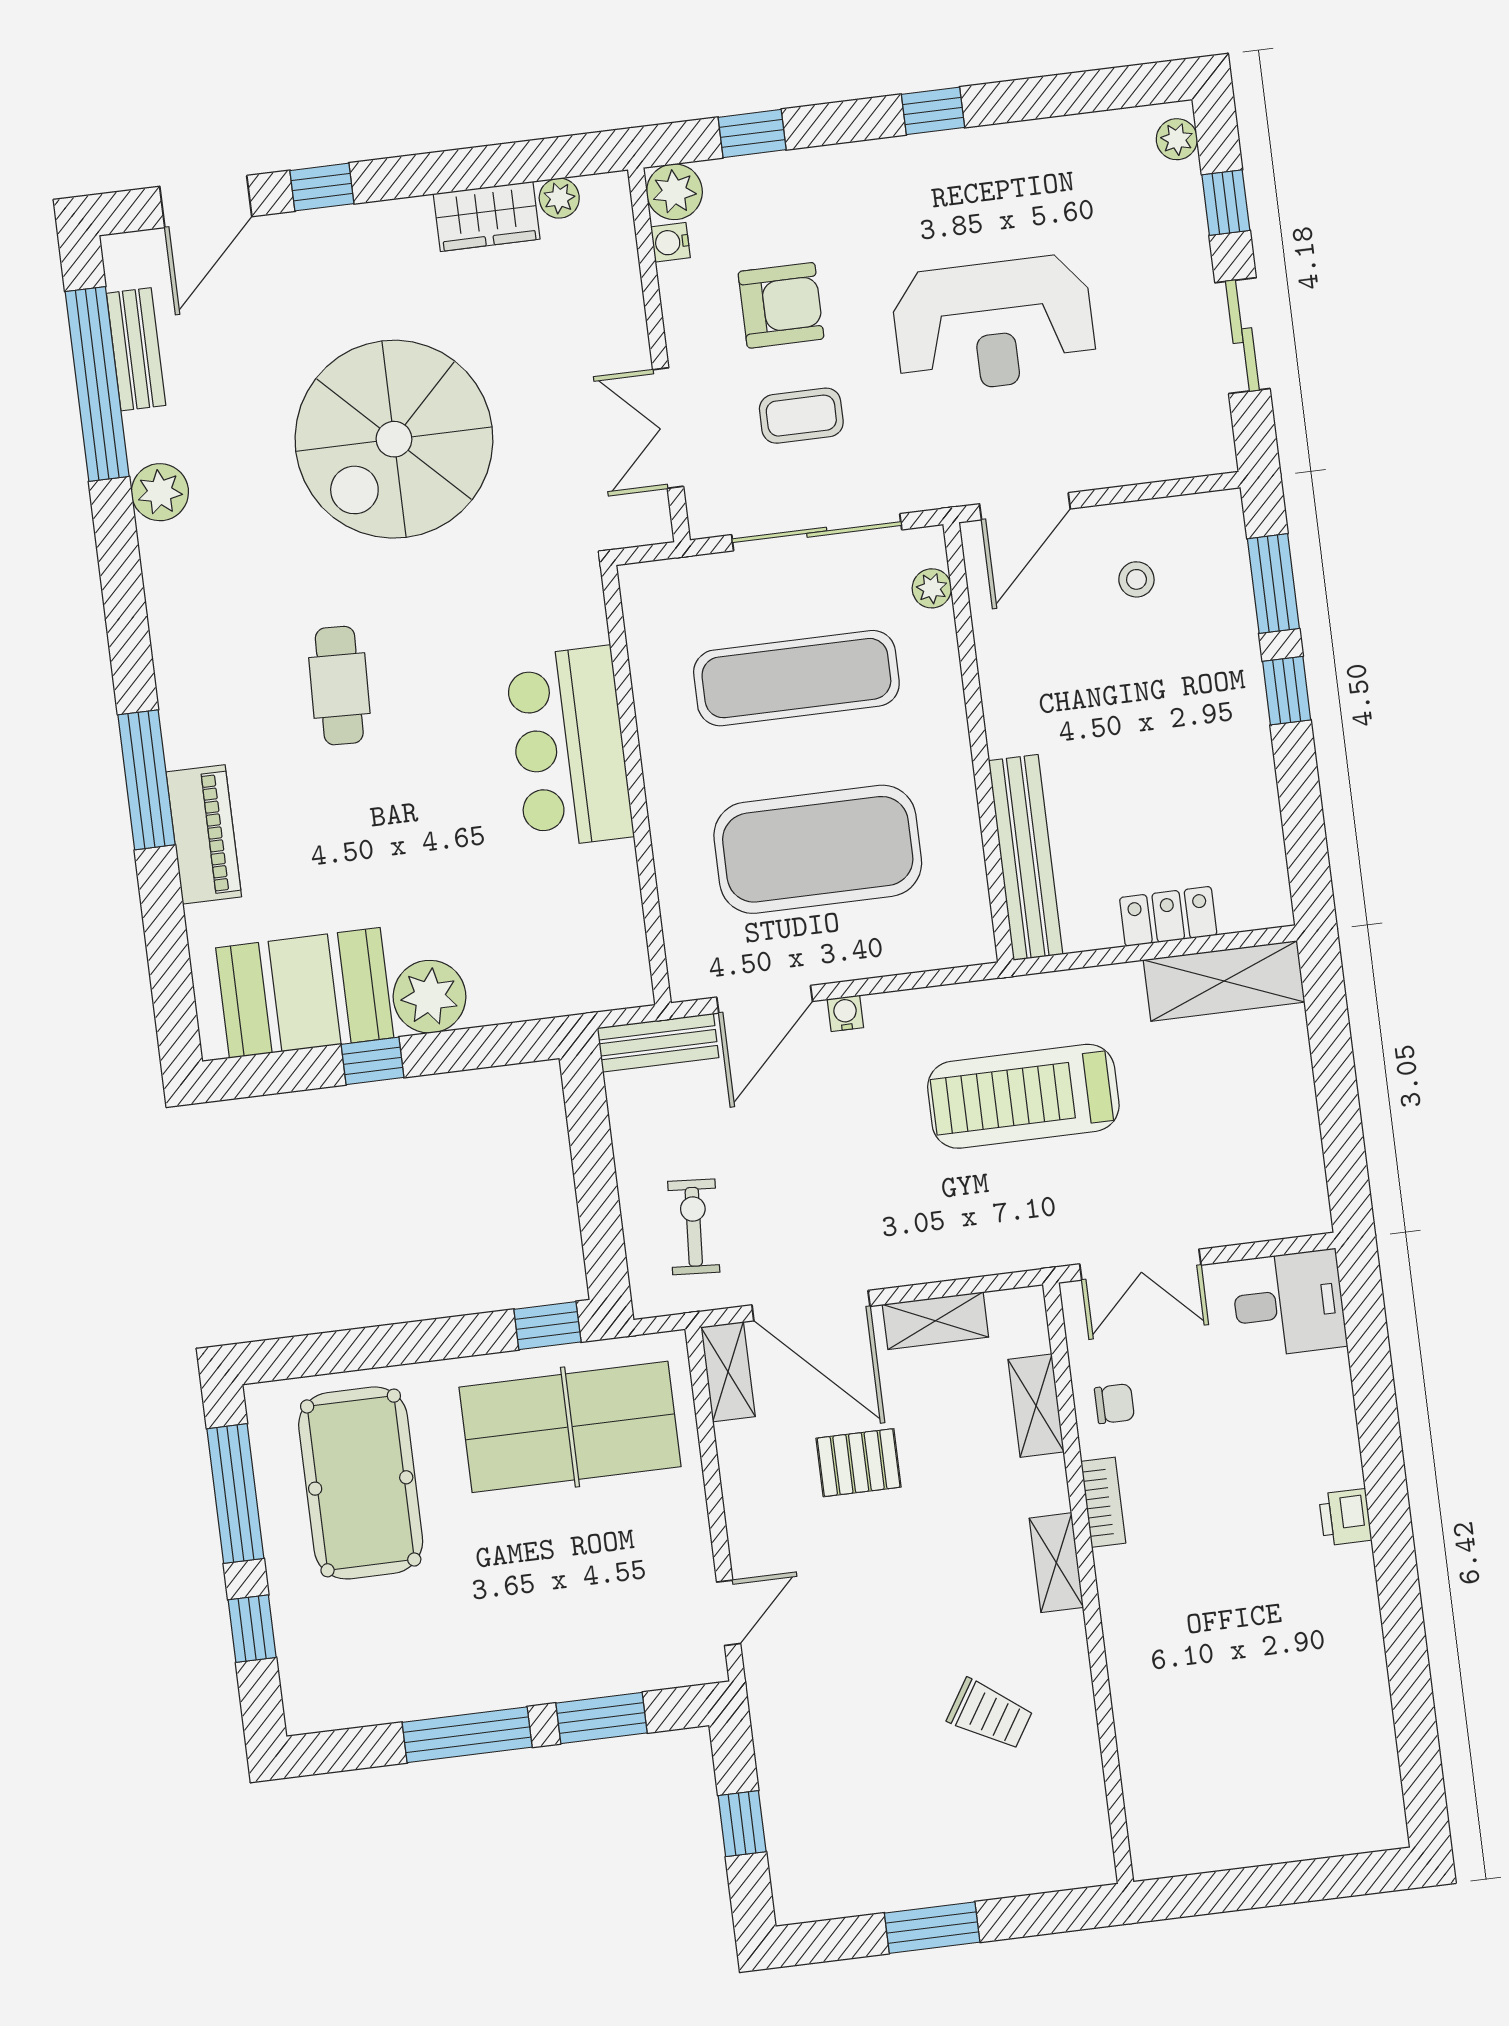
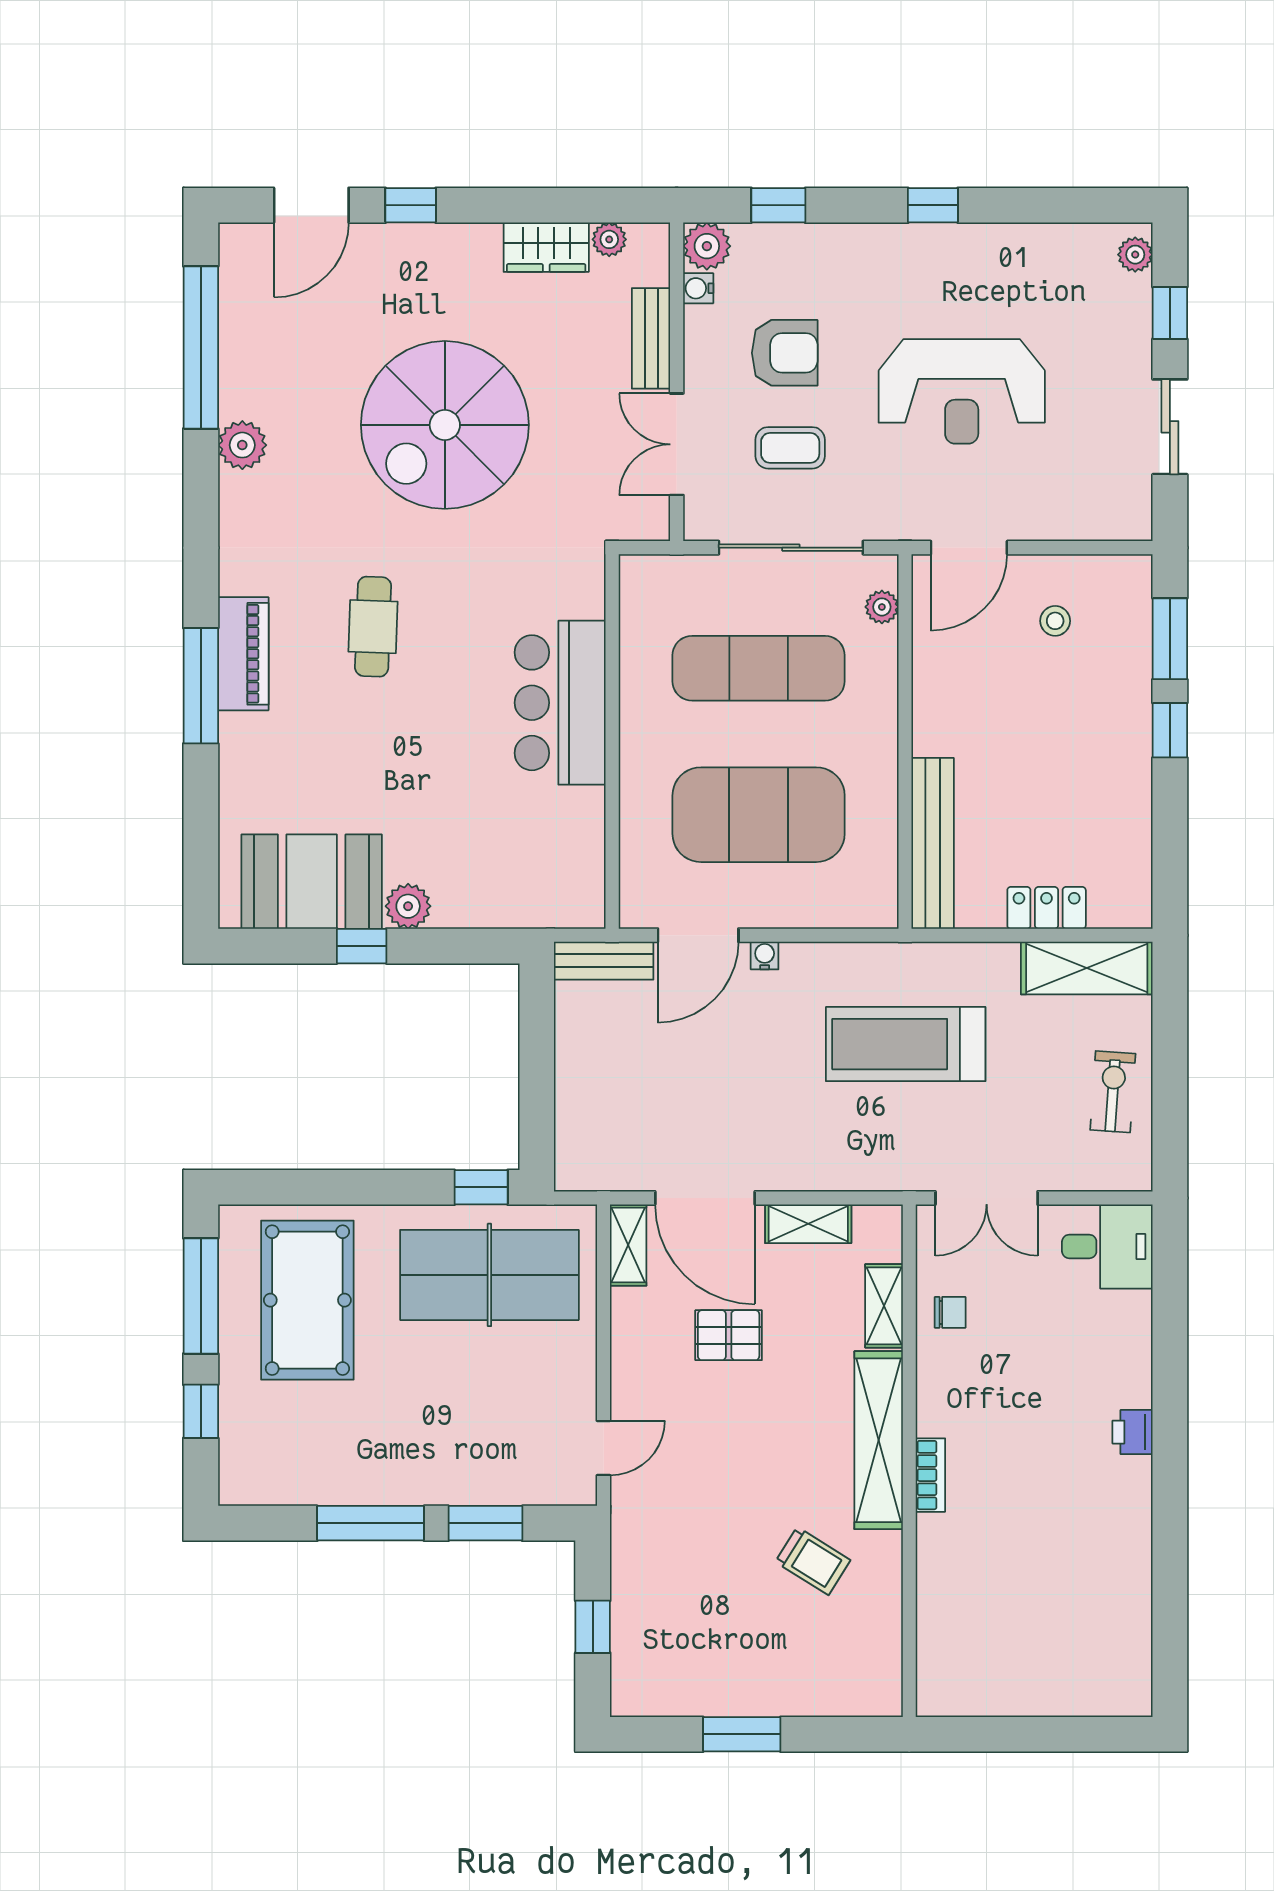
bench: (136, 349) -> (651, 338), moved
piano: (204, 834) -> (243, 654), moved
plant: (429, 997) -> (408, 906), width x0.73, depth x0.73
exercise bike: (694, 1227) -> (1113, 1092), moved
bookcase: (1103, 1502) -> (930, 1475), moved
shelving: (1056, 1563) -> (879, 1440), width x2.20, depth x1.33

